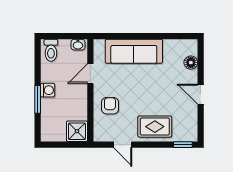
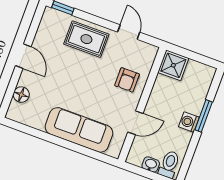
washbasin: (78, 45) -> (151, 164), moved

